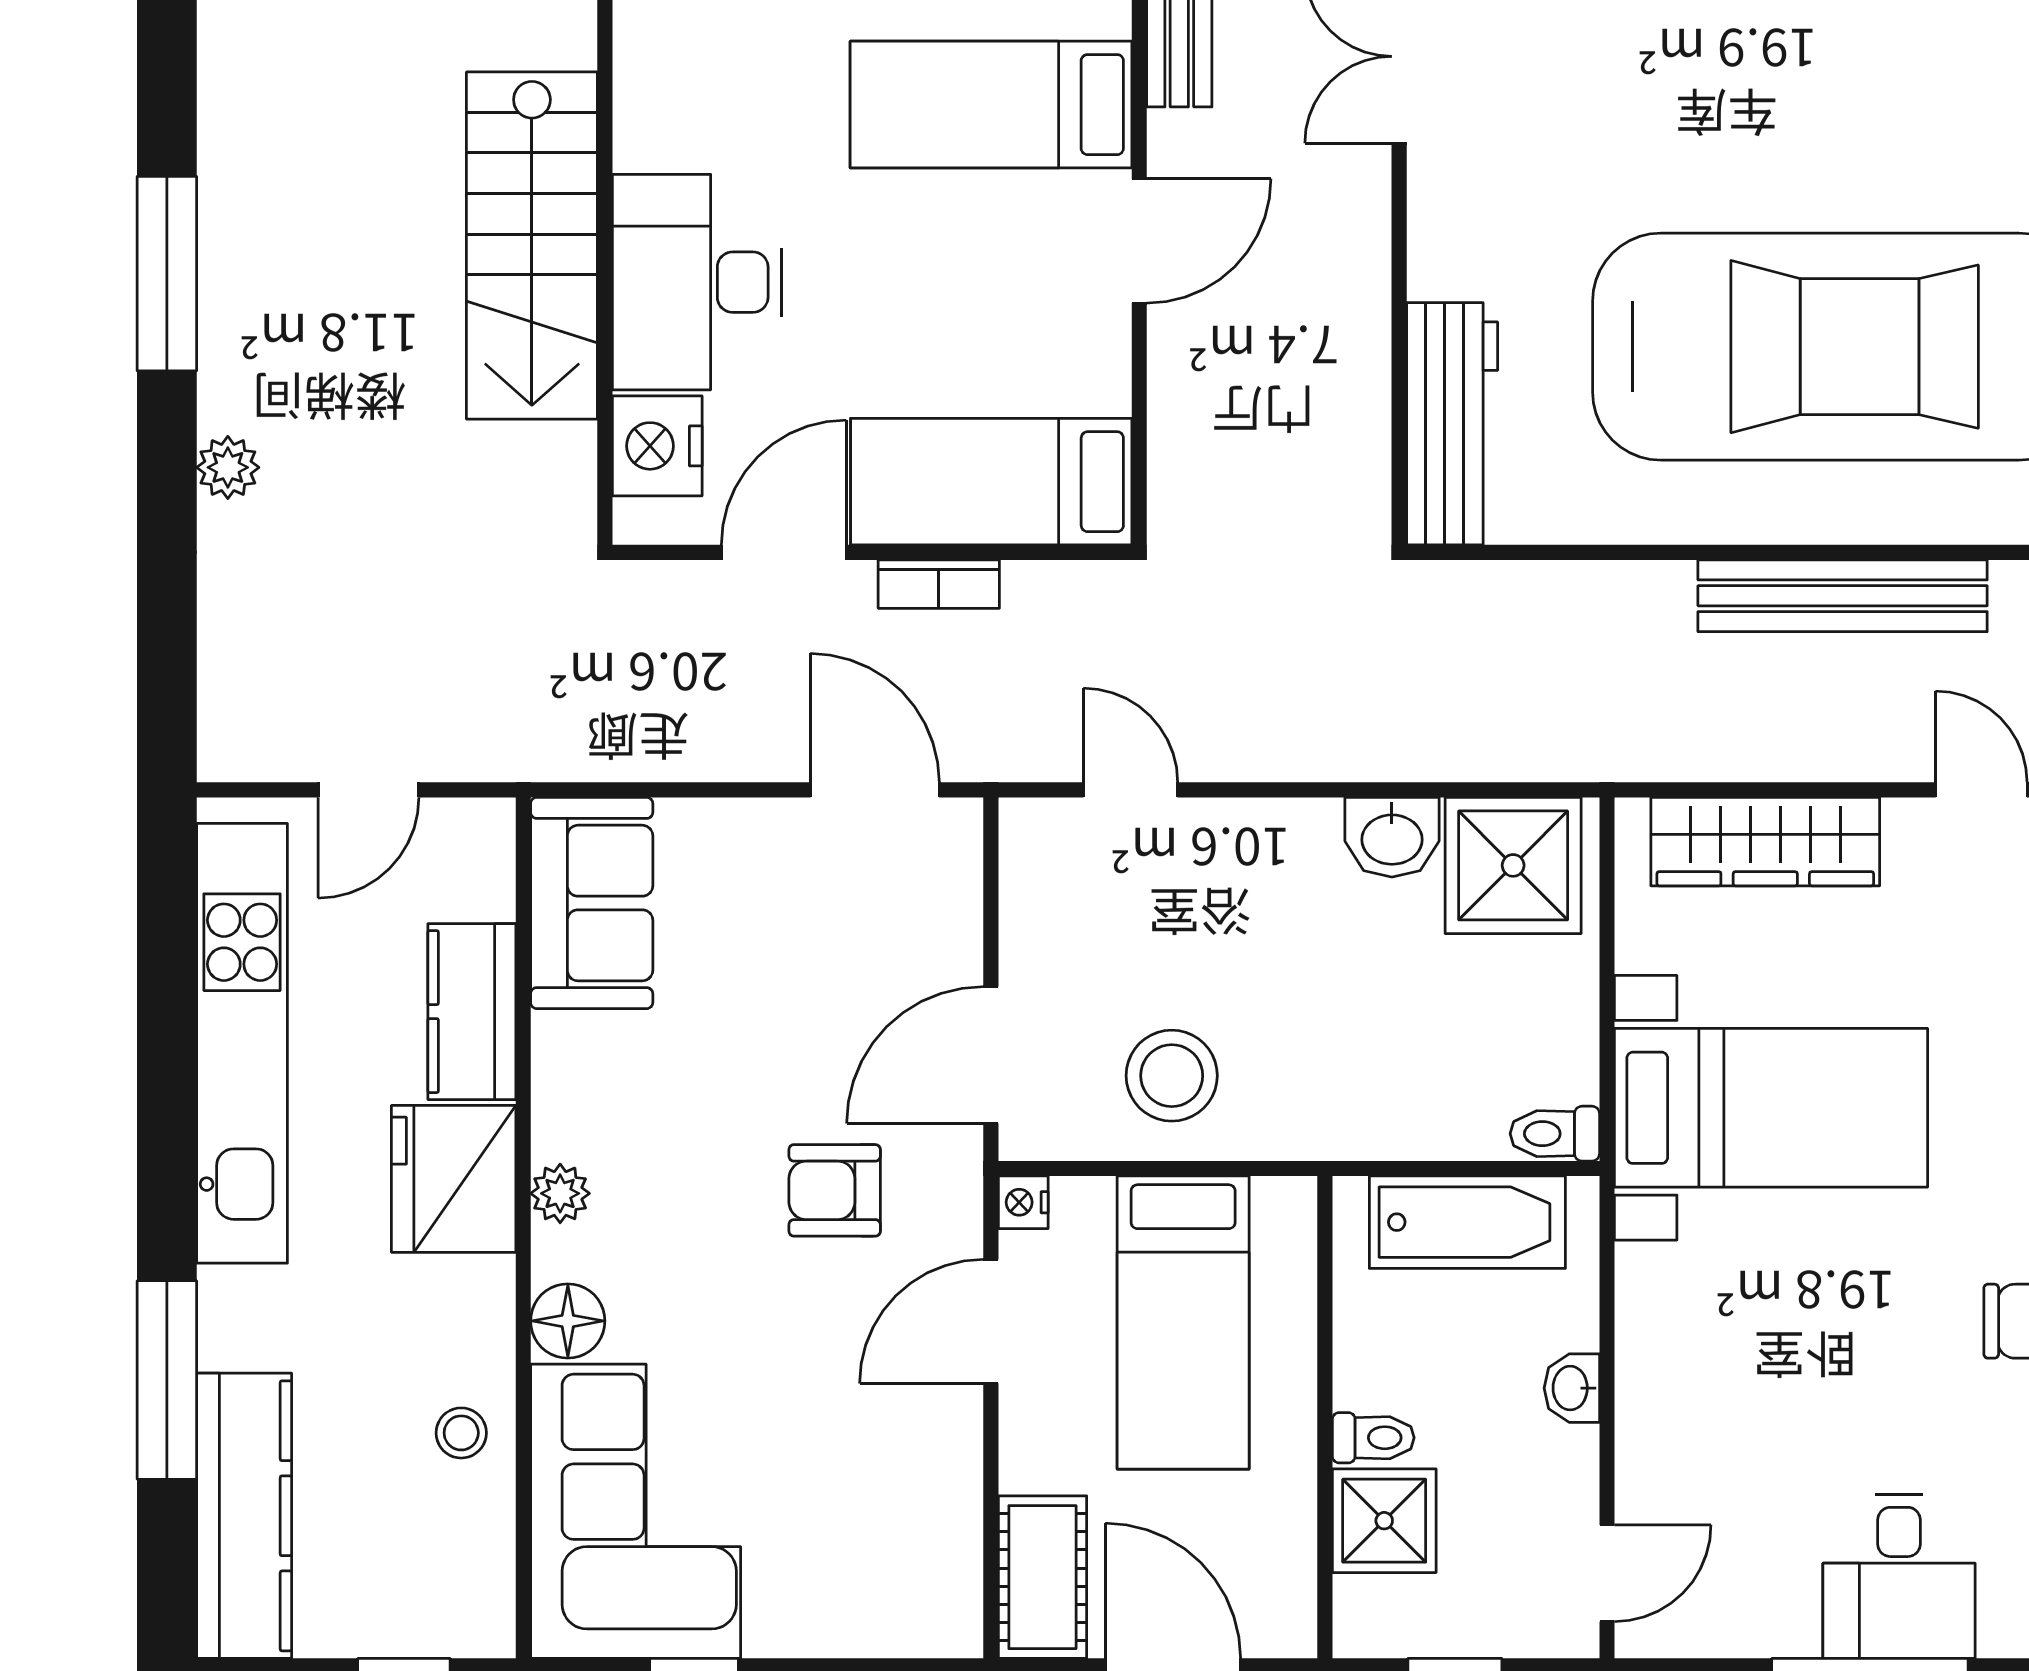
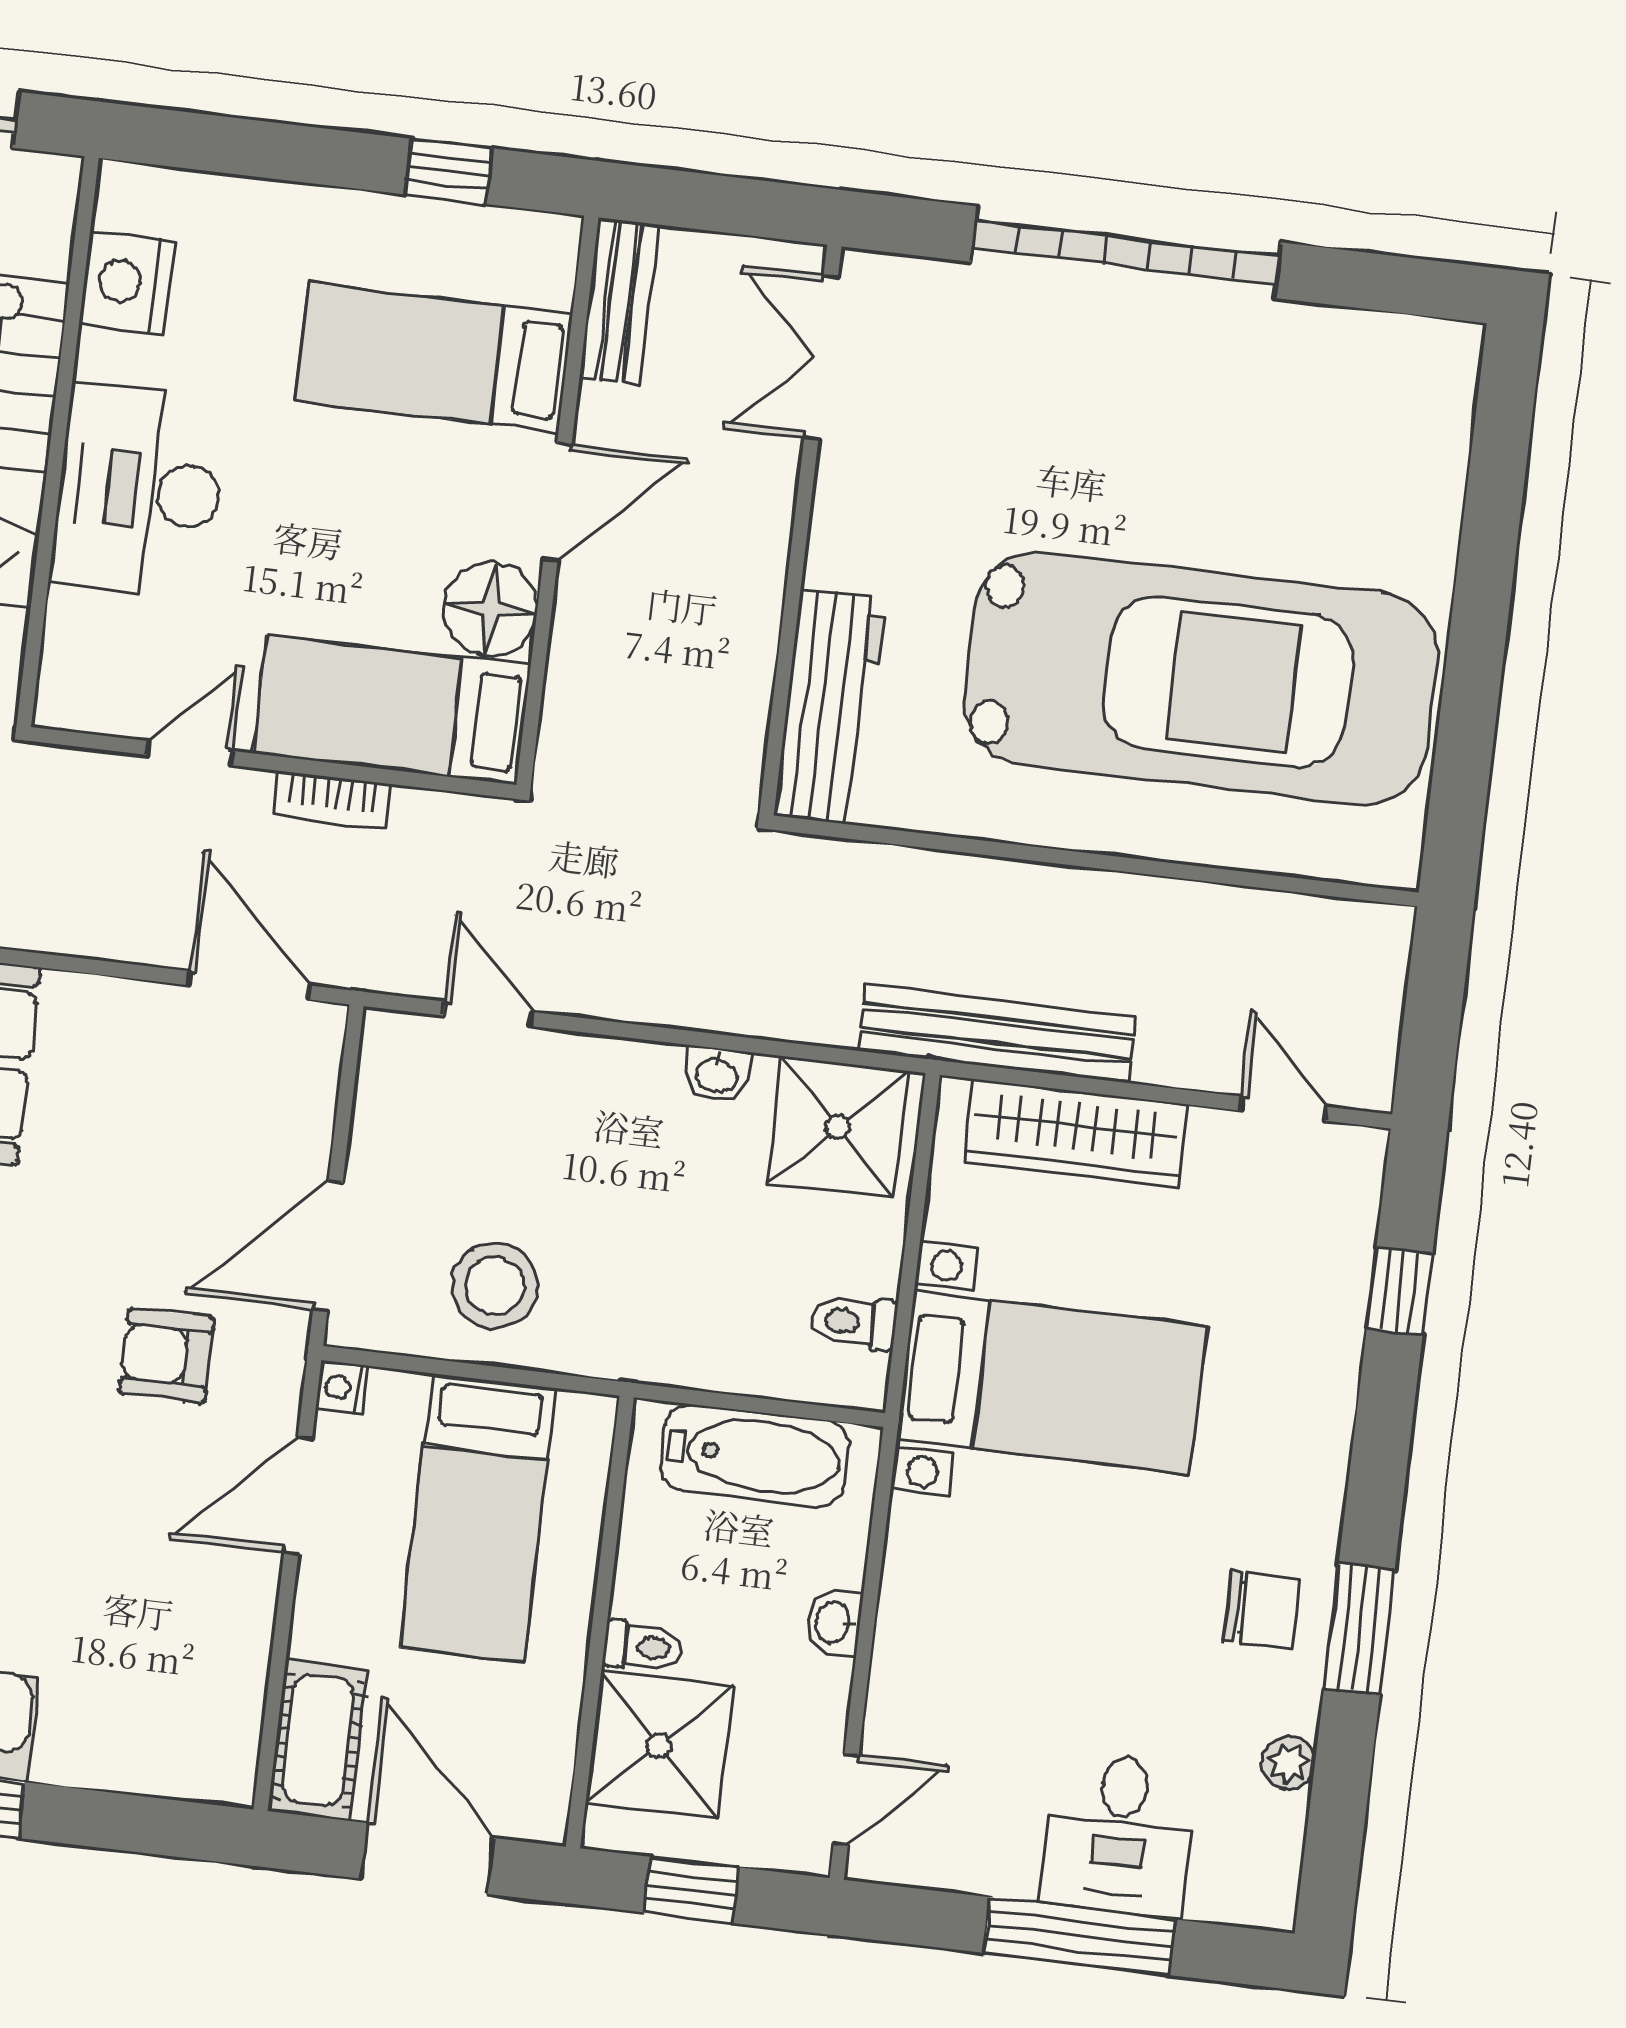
floor lamp: (1082, 363) -> (490, 609), added
nightstand: (657, 446) -> (126, 282), moved
door: (784, 552) -> (190, 753), width x0.73
bench: (1843, 596) -> (997, 1033), moved
washbasin: (1392, 837) -> (716, 1074), width x0.72, depth x0.69
toilet: (1555, 1134) -> (854, 1322), moved
shower: (1384, 1521) -> (659, 1745), width x1.36, depth x1.36

